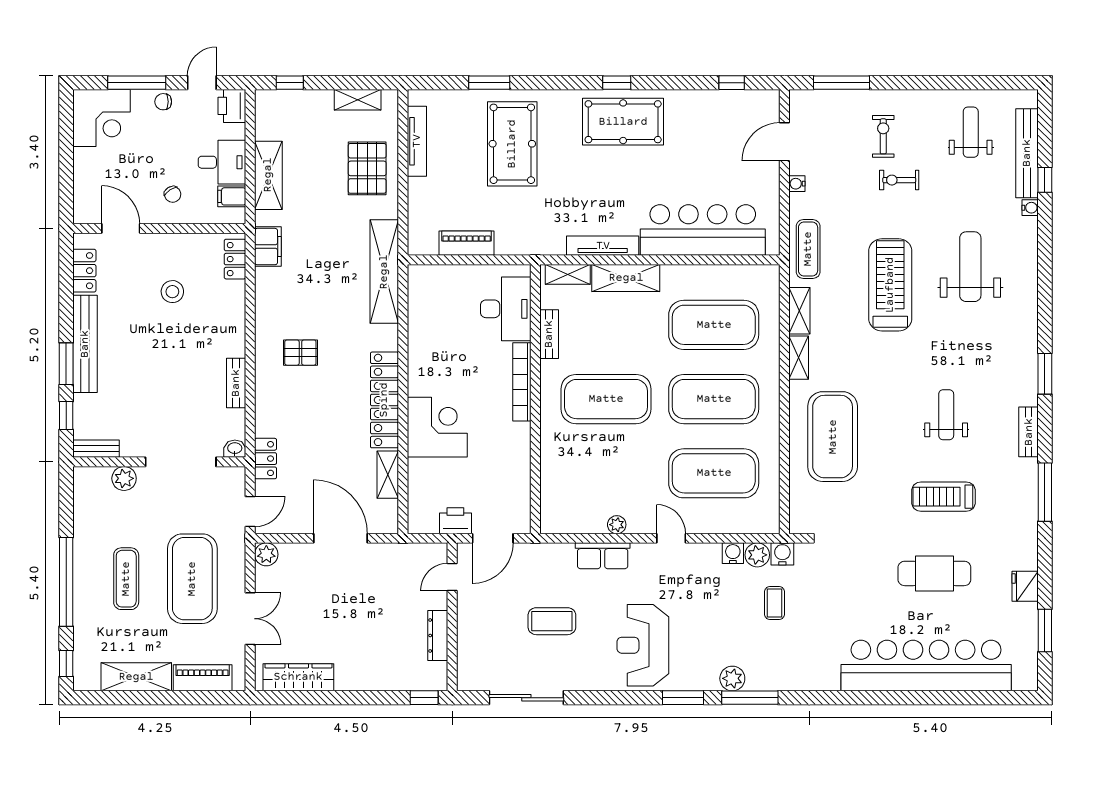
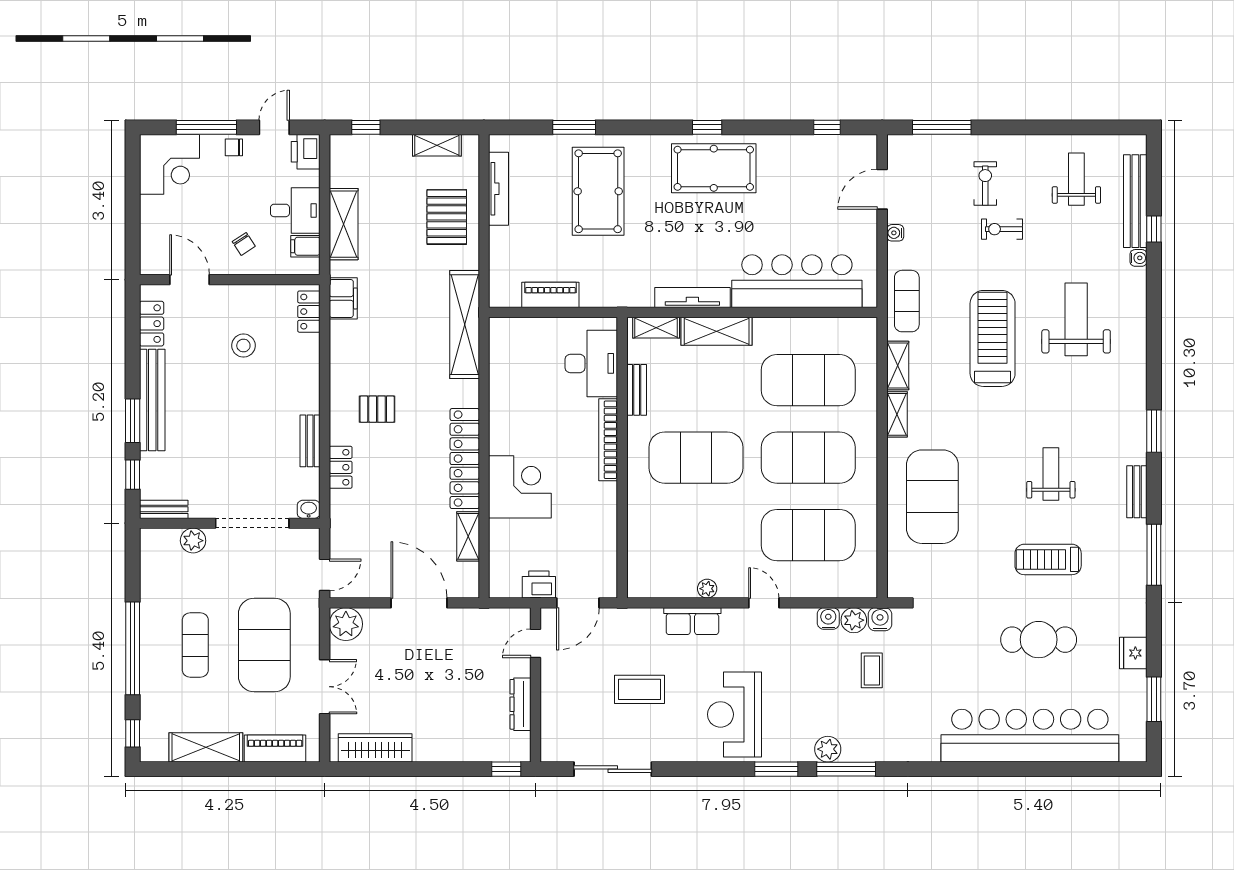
locker: (266, 459) -> (341, 467), moved
plant: (266, 554) -> (346, 624), width x1.36, depth x1.36

